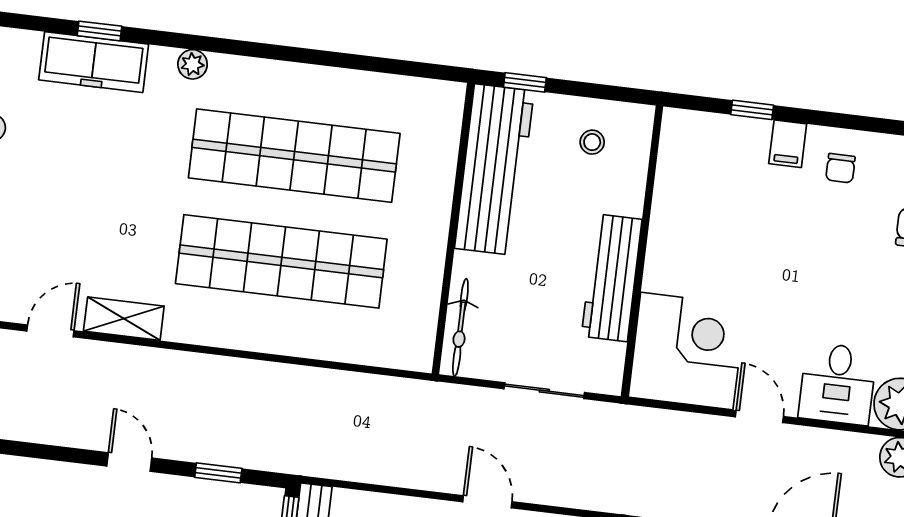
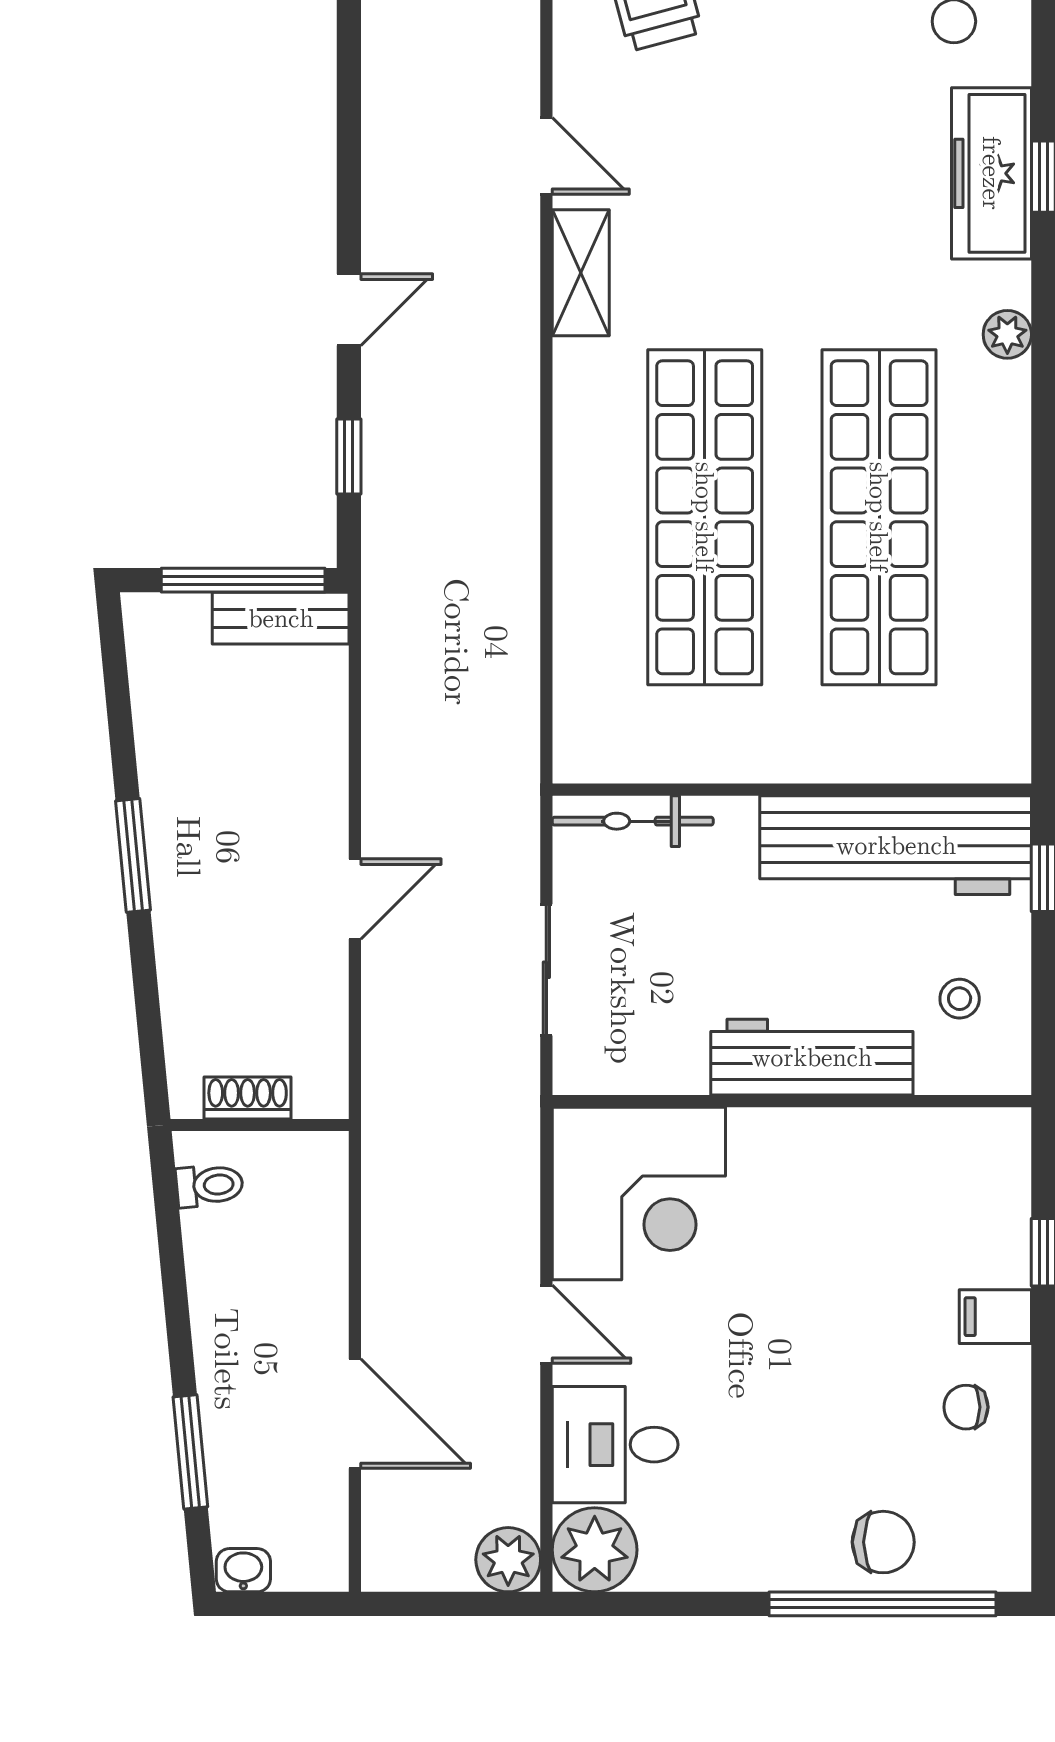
workbench: (612, 278) -> (812, 1057), moved
door: (759, 417) -> (546, 1324), hinge flipped

